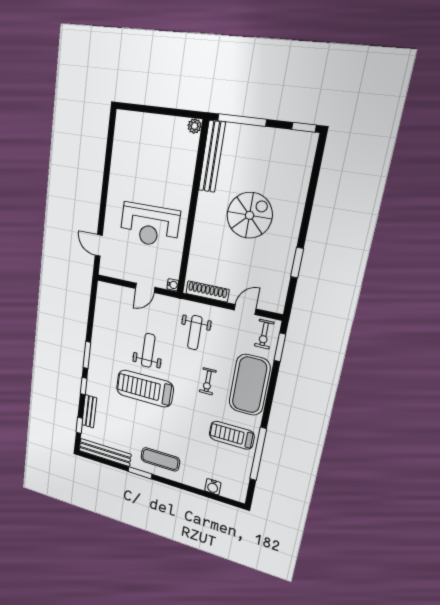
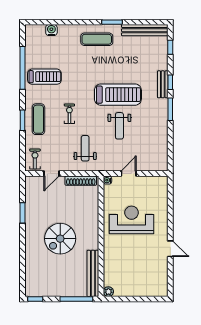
door: (99, 245) -> (170, 249), moved
window: (280, 347) -> (22, 120), moved
exercise mat: (249, 385) -> (38, 119), width x0.50, depth x0.69
bench: (89, 411) -> (163, 84), moved

